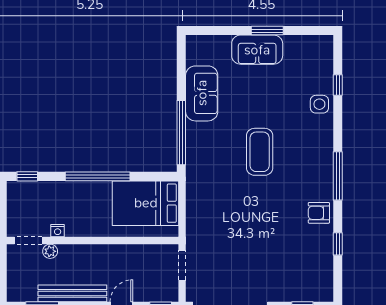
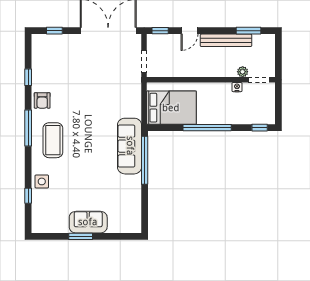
sofa: (202, 93) -> (130, 146), moved, width x1.36
coffee table: (260, 152) -> (53, 140), moved
armchair: (319, 213) -> (42, 100), turned 90

